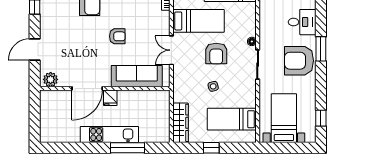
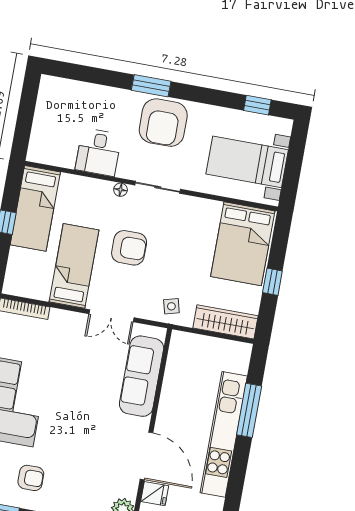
desk: (302, 22) -> (98, 152), moved, turned 180
armchair: (117, 36) -> (31, 478), moved, turned 90
side table: (213, 86) -> (171, 306), moved
fridge: (110, 98) -> (155, 494), moved
bed: (232, 119) -> (243, 244), width x1.50
kitchen unit: (109, 134) -> (224, 434), width x1.36

